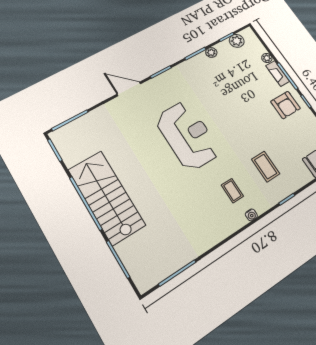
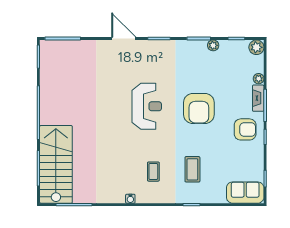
plant: (237, 41) -> (256, 47), moved
armchair: (285, 105) -> (245, 129), turned -90
armchair: (235, 110) -> (199, 109), added
reception desk: (188, 135) -> (147, 106), width x0.74, depth x0.77
stairs: (107, 197) -> (56, 164), moved
water cooler: (251, 215) -> (130, 199), moved

